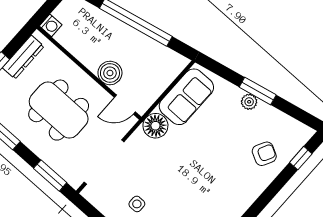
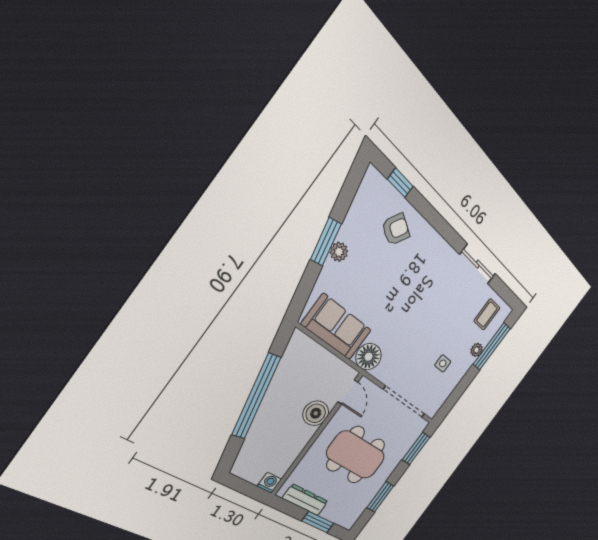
dining table: (59, 110) -> (356, 455), turned 90
armchair: (264, 154) -> (396, 229), turned 92

